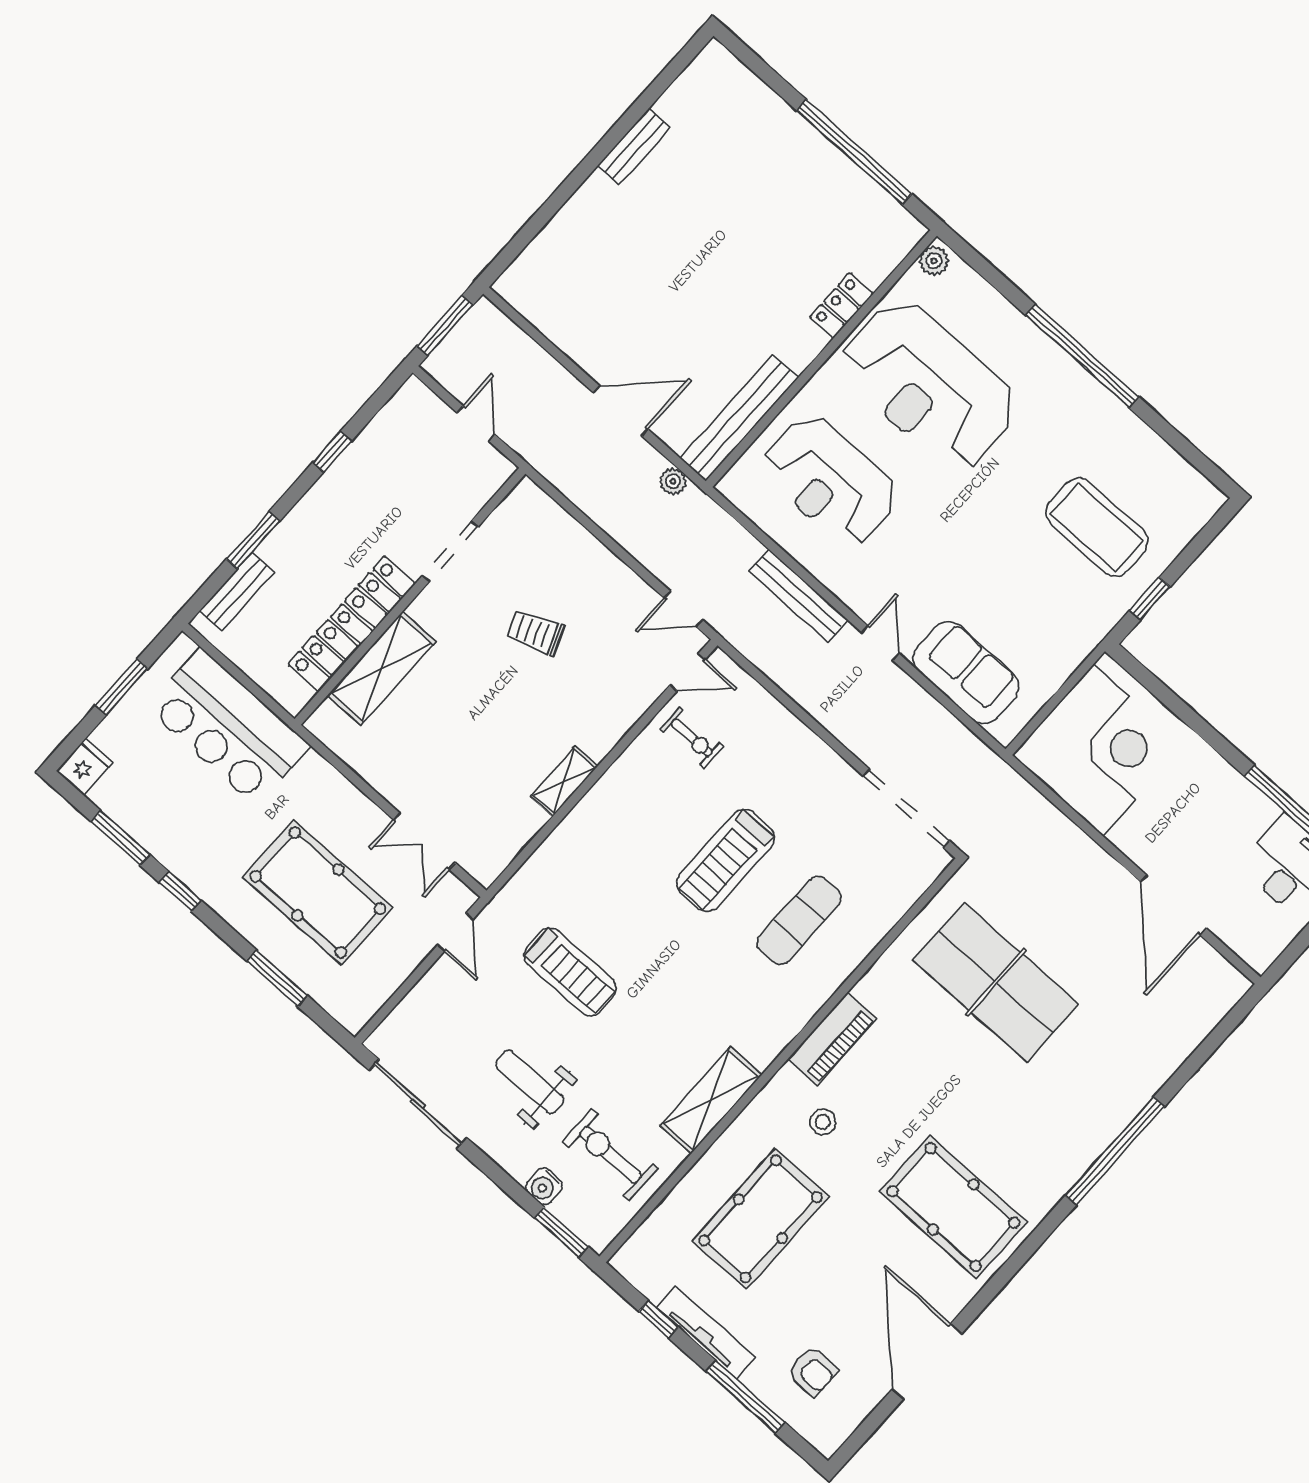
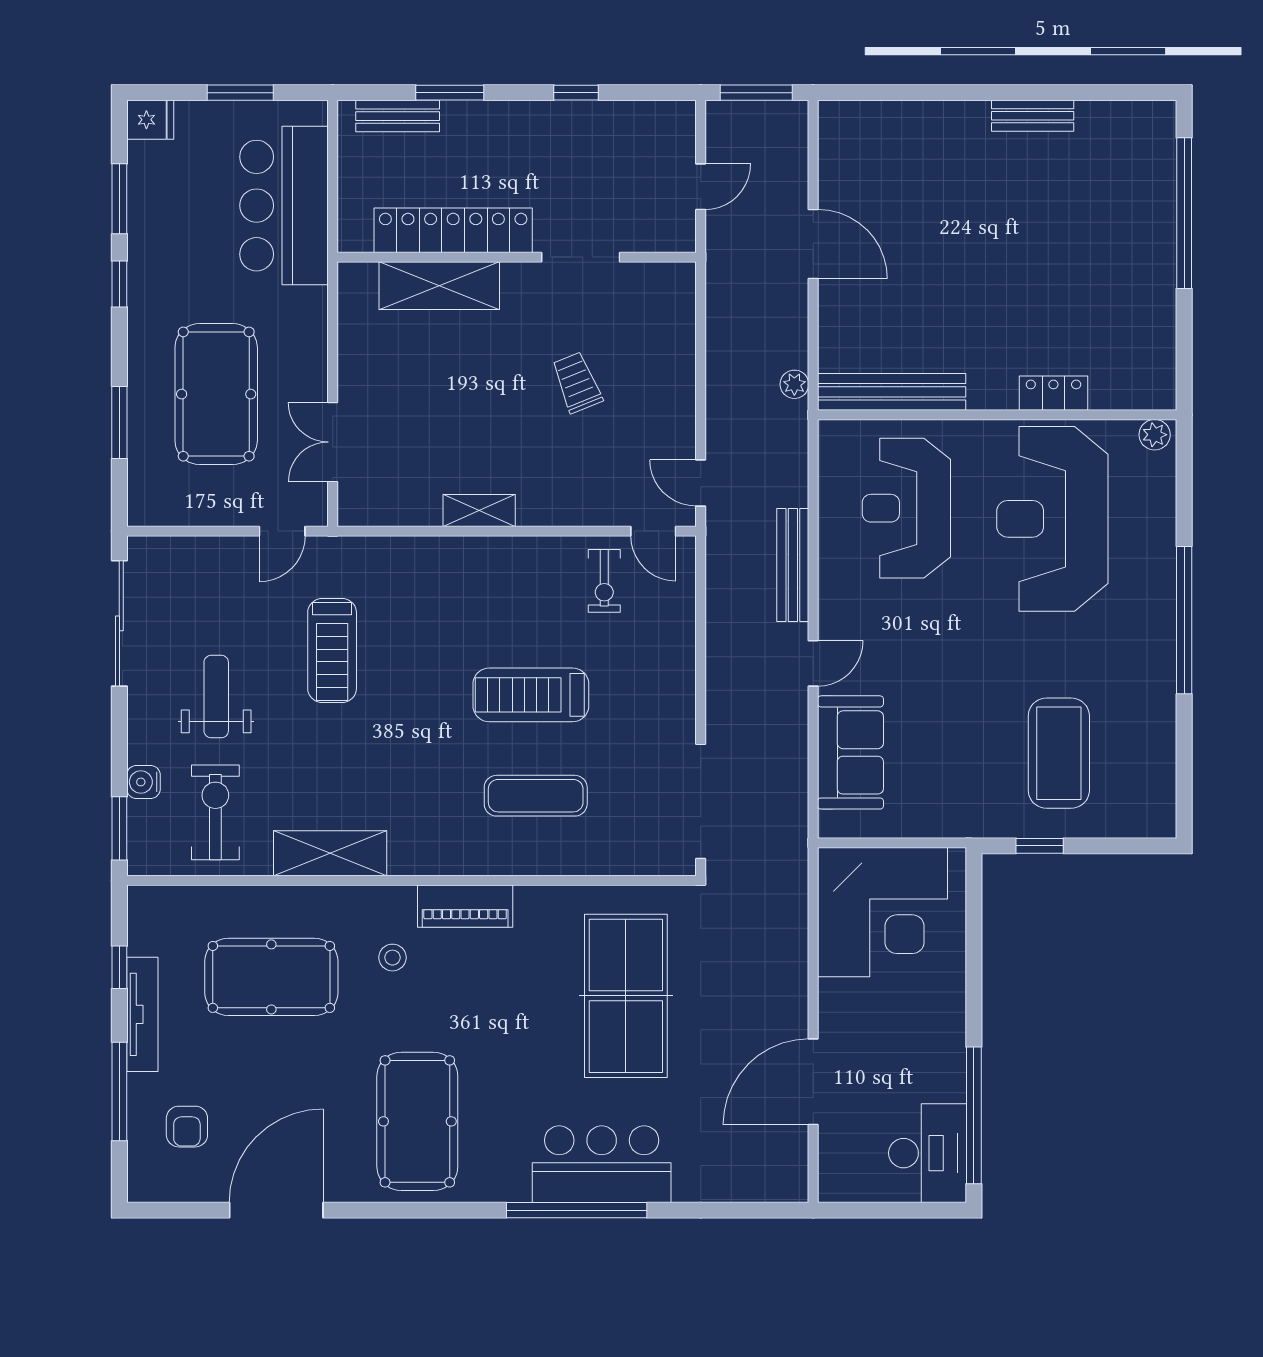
window: (854, 152) -> (1184, 213), moved
door: (621, 411) -> (813, 244), moved
bar counter: (1099, 1105) -> (602, 1164), added

